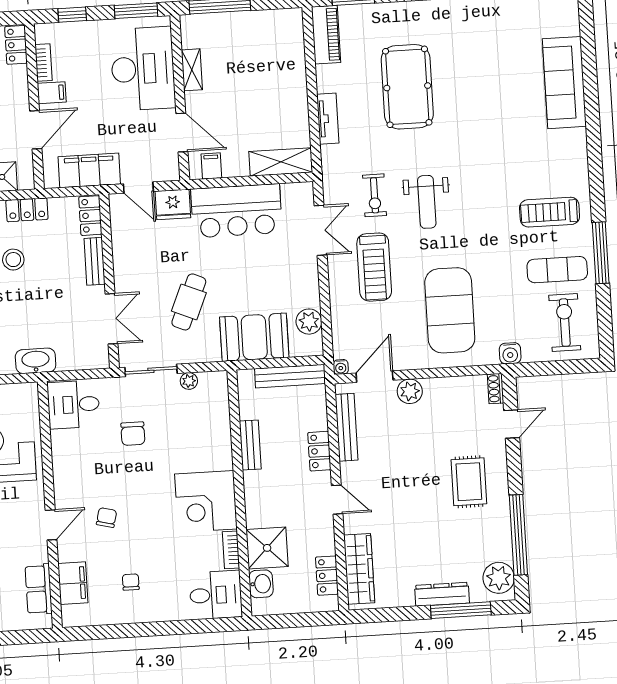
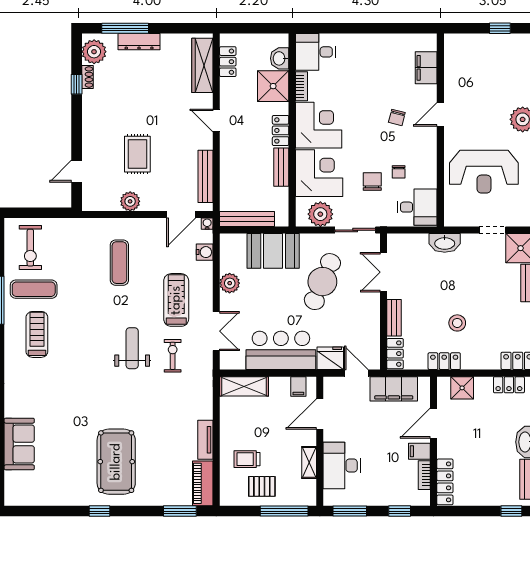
pallet: (250, 35) -> (262, 486), added
locker: (16, 45) -> (445, 482), width x1.53
desk: (143, 69) -> (342, 466), width x0.73, depth x0.77
trolley: (271, 69) -> (247, 459), added
sofa: (564, 83) -> (19, 444), width x0.73
pool table: (407, 87) -> (116, 462), moved
tv unit: (328, 119) -> (205, 440), moved
door: (182, 132) -> (320, 414), hinge flipped
treadmill: (550, 212) -> (37, 334), turned -90
double door: (321, 230) -> (216, 331), swing flipped
cafe table: (189, 302) -> (322, 282), width x1.37, depth x1.35
exercise mat: (450, 310) -> (119, 263), width x0.50, depth x0.69
plant: (309, 322) -> (230, 283), moved
water cooler: (510, 353) -> (205, 252), moved, turned 90
plant: (189, 381) -> (320, 214), width x1.88, depth x1.88
shoe rack: (495, 389) -> (87, 77), moved
plant: (410, 391) -> (130, 201), moved
corner desk: (202, 440) -> (319, 173), added
locker: (319, 451) -> (281, 130), moved, turned 180
rug: (469, 482) -> (137, 154), moved
window: (518, 535) -> (77, 84), width x0.32
chair: (131, 582) -> (399, 172), moved
row of seats: (39, 589) -> (453, 65), removed

